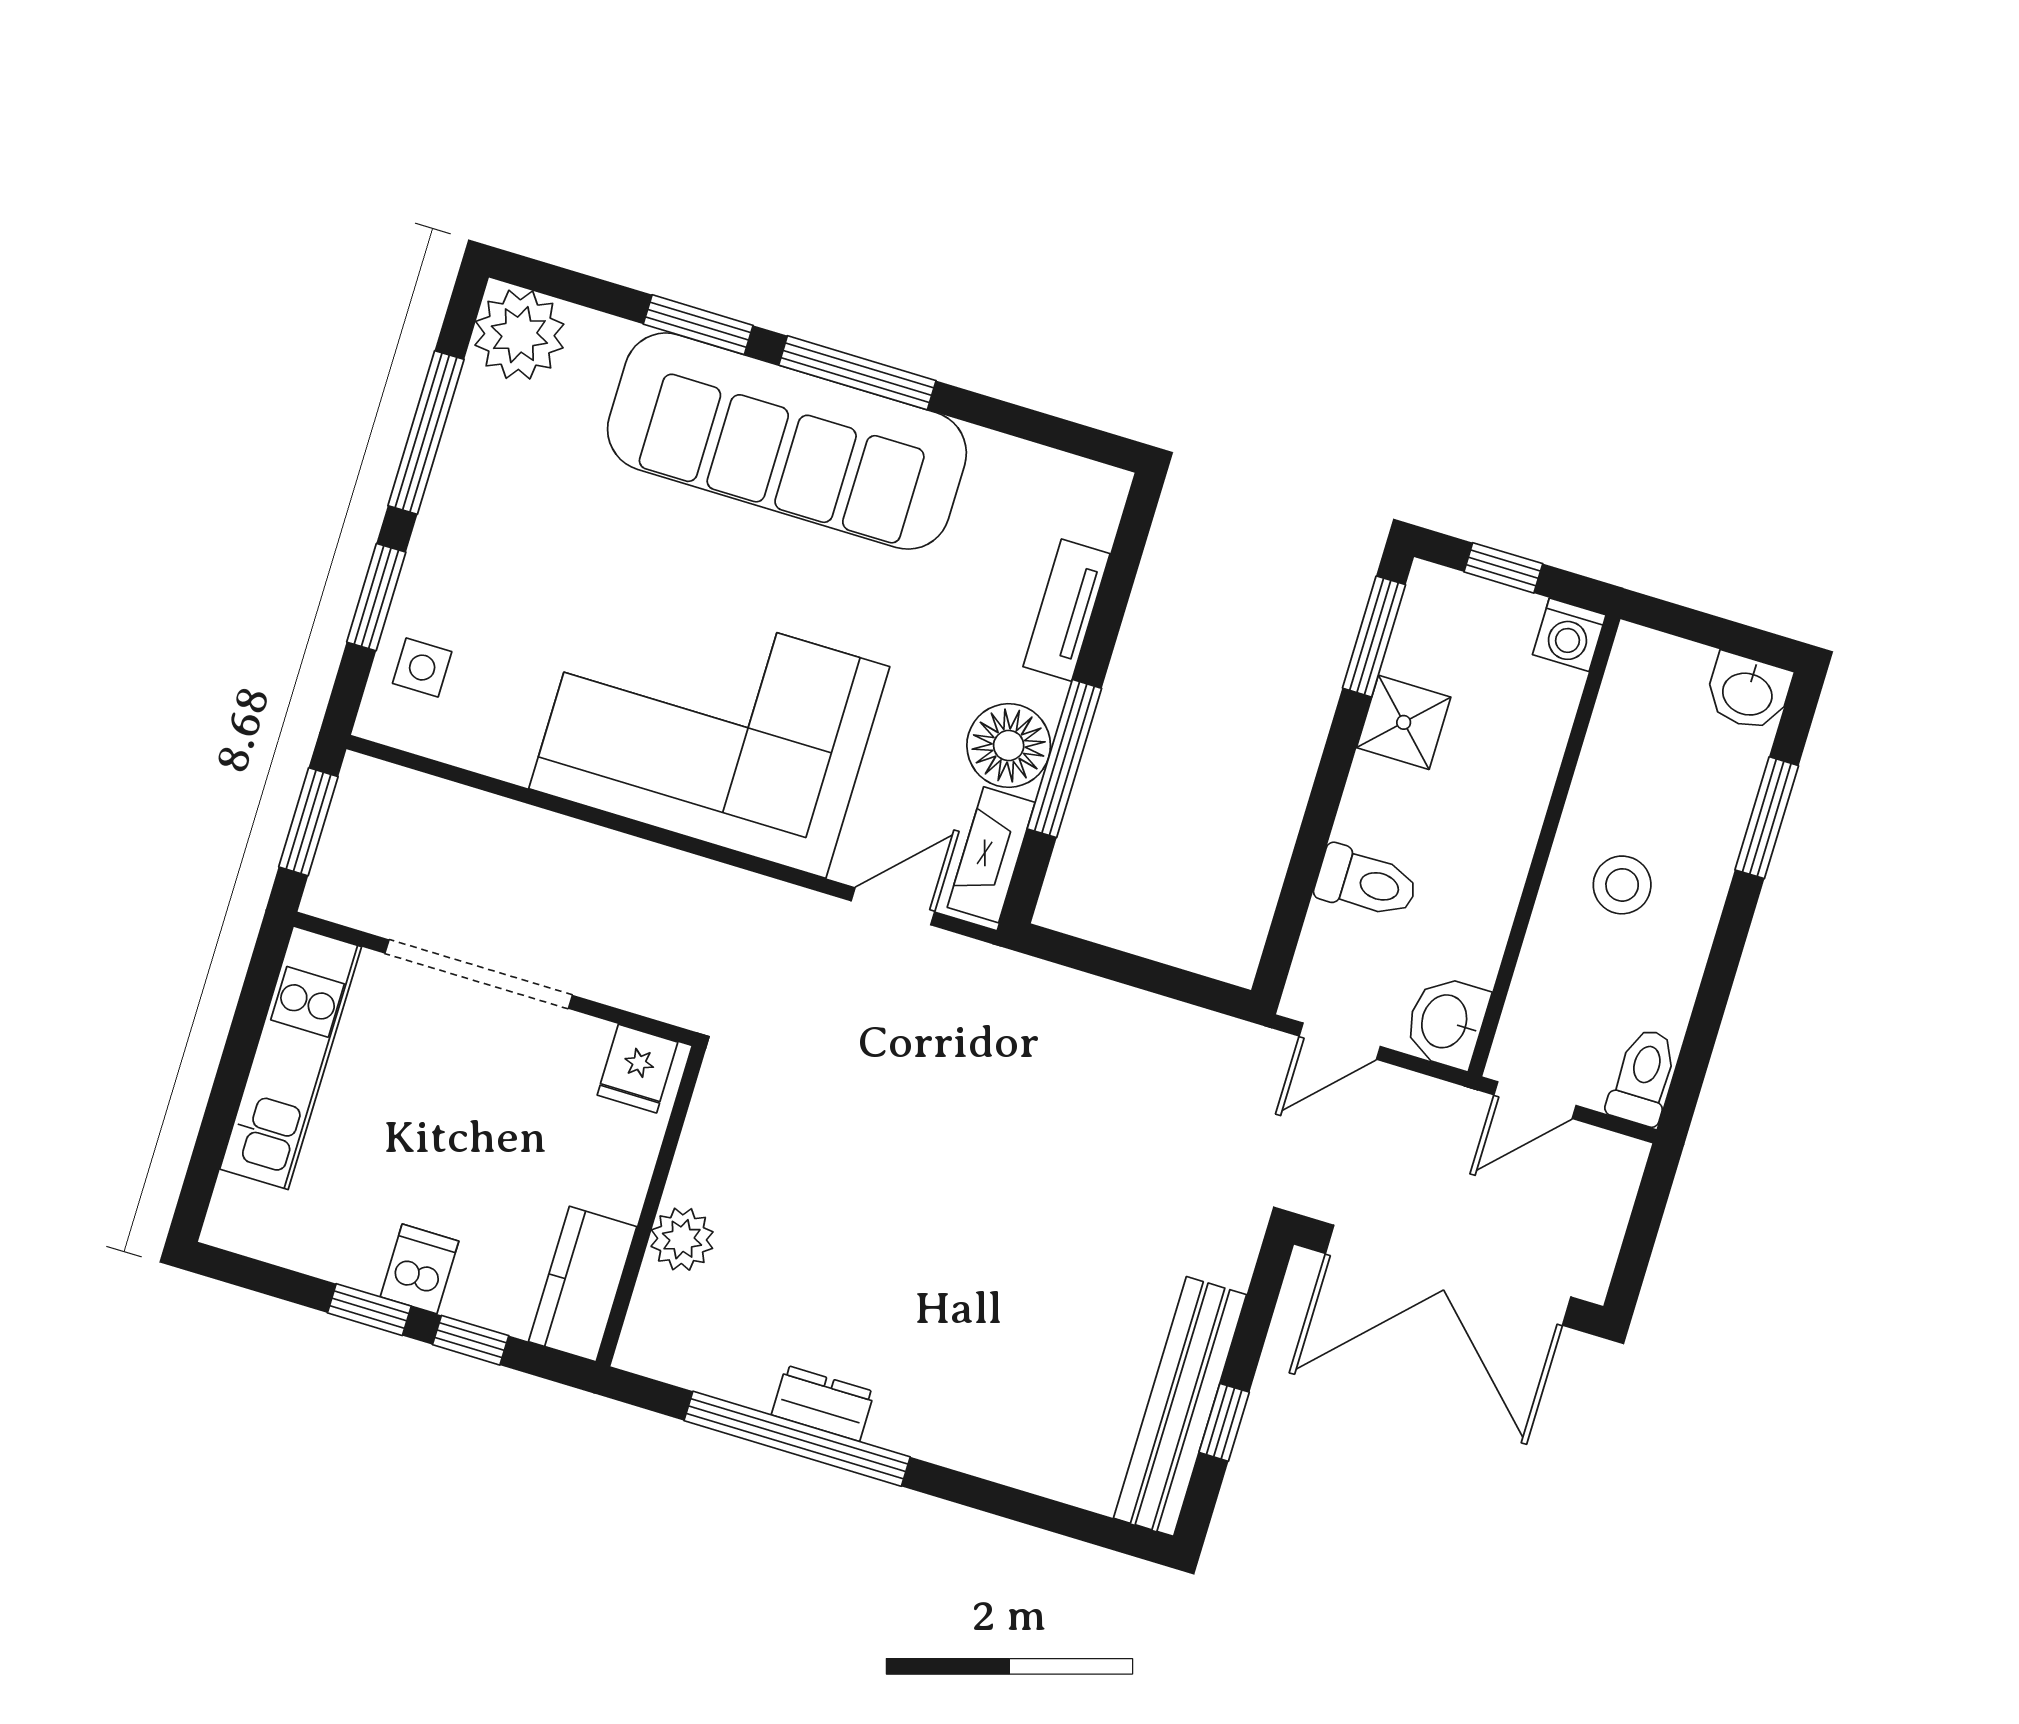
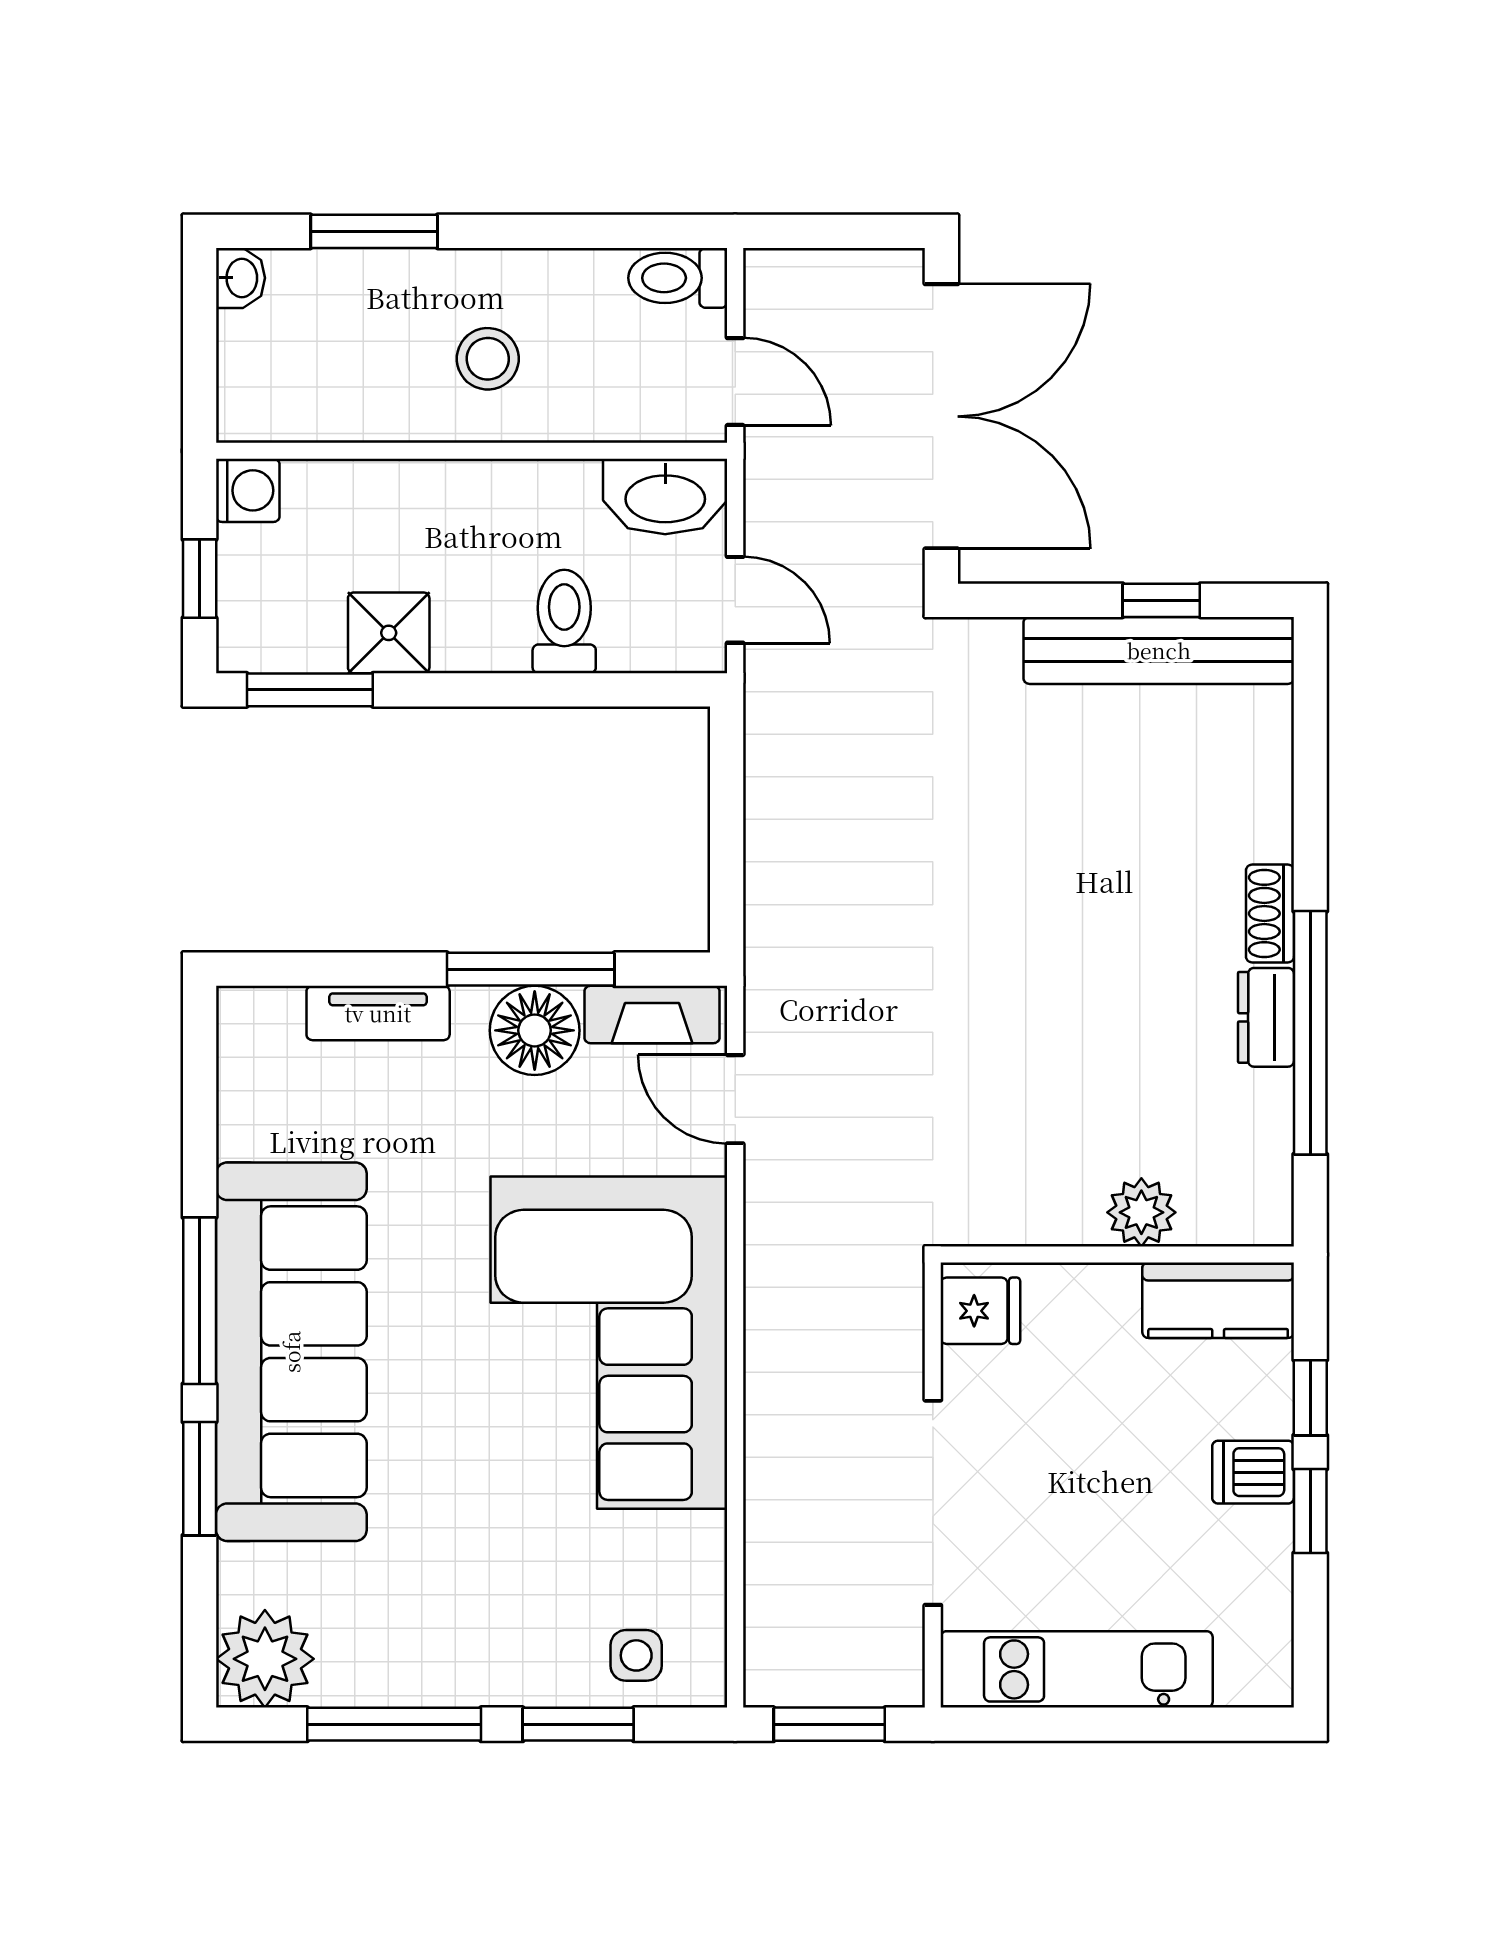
washbasin: (1748, 692) -> (240, 278), width x0.72, depth x0.69
washbasin: (1446, 1022) -> (665, 497), width x1.38
shoe rack: (915, 1435) -> (1270, 913), added

